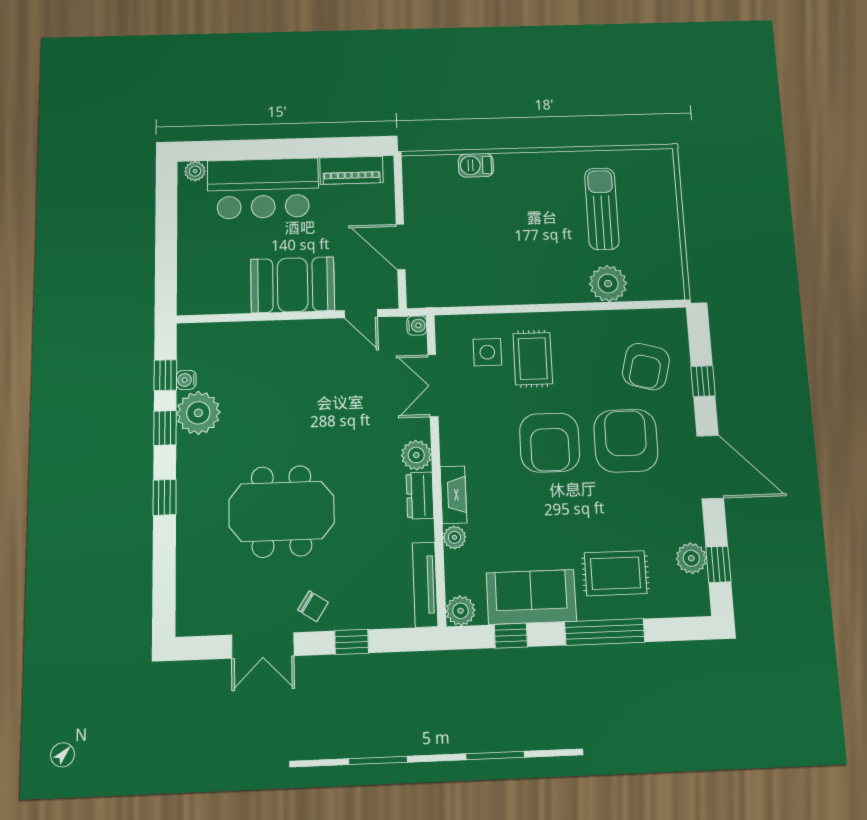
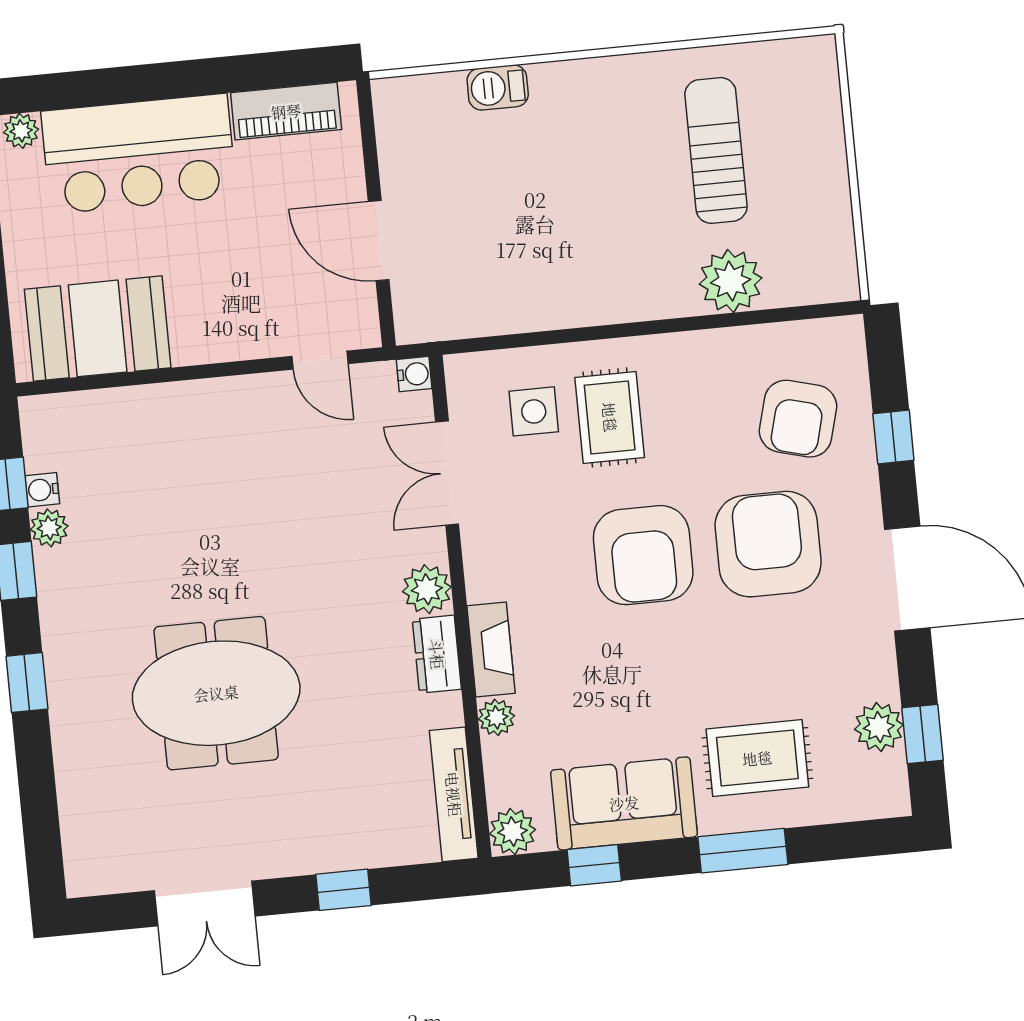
booth: (293, 285) -> (98, 328), moved
plant: (198, 413) -> (49, 528), width x0.53, depth x0.53
chair: (313, 606) -> (278, 839), removed
window: (605, 632) -> (743, 851), width x0.69

